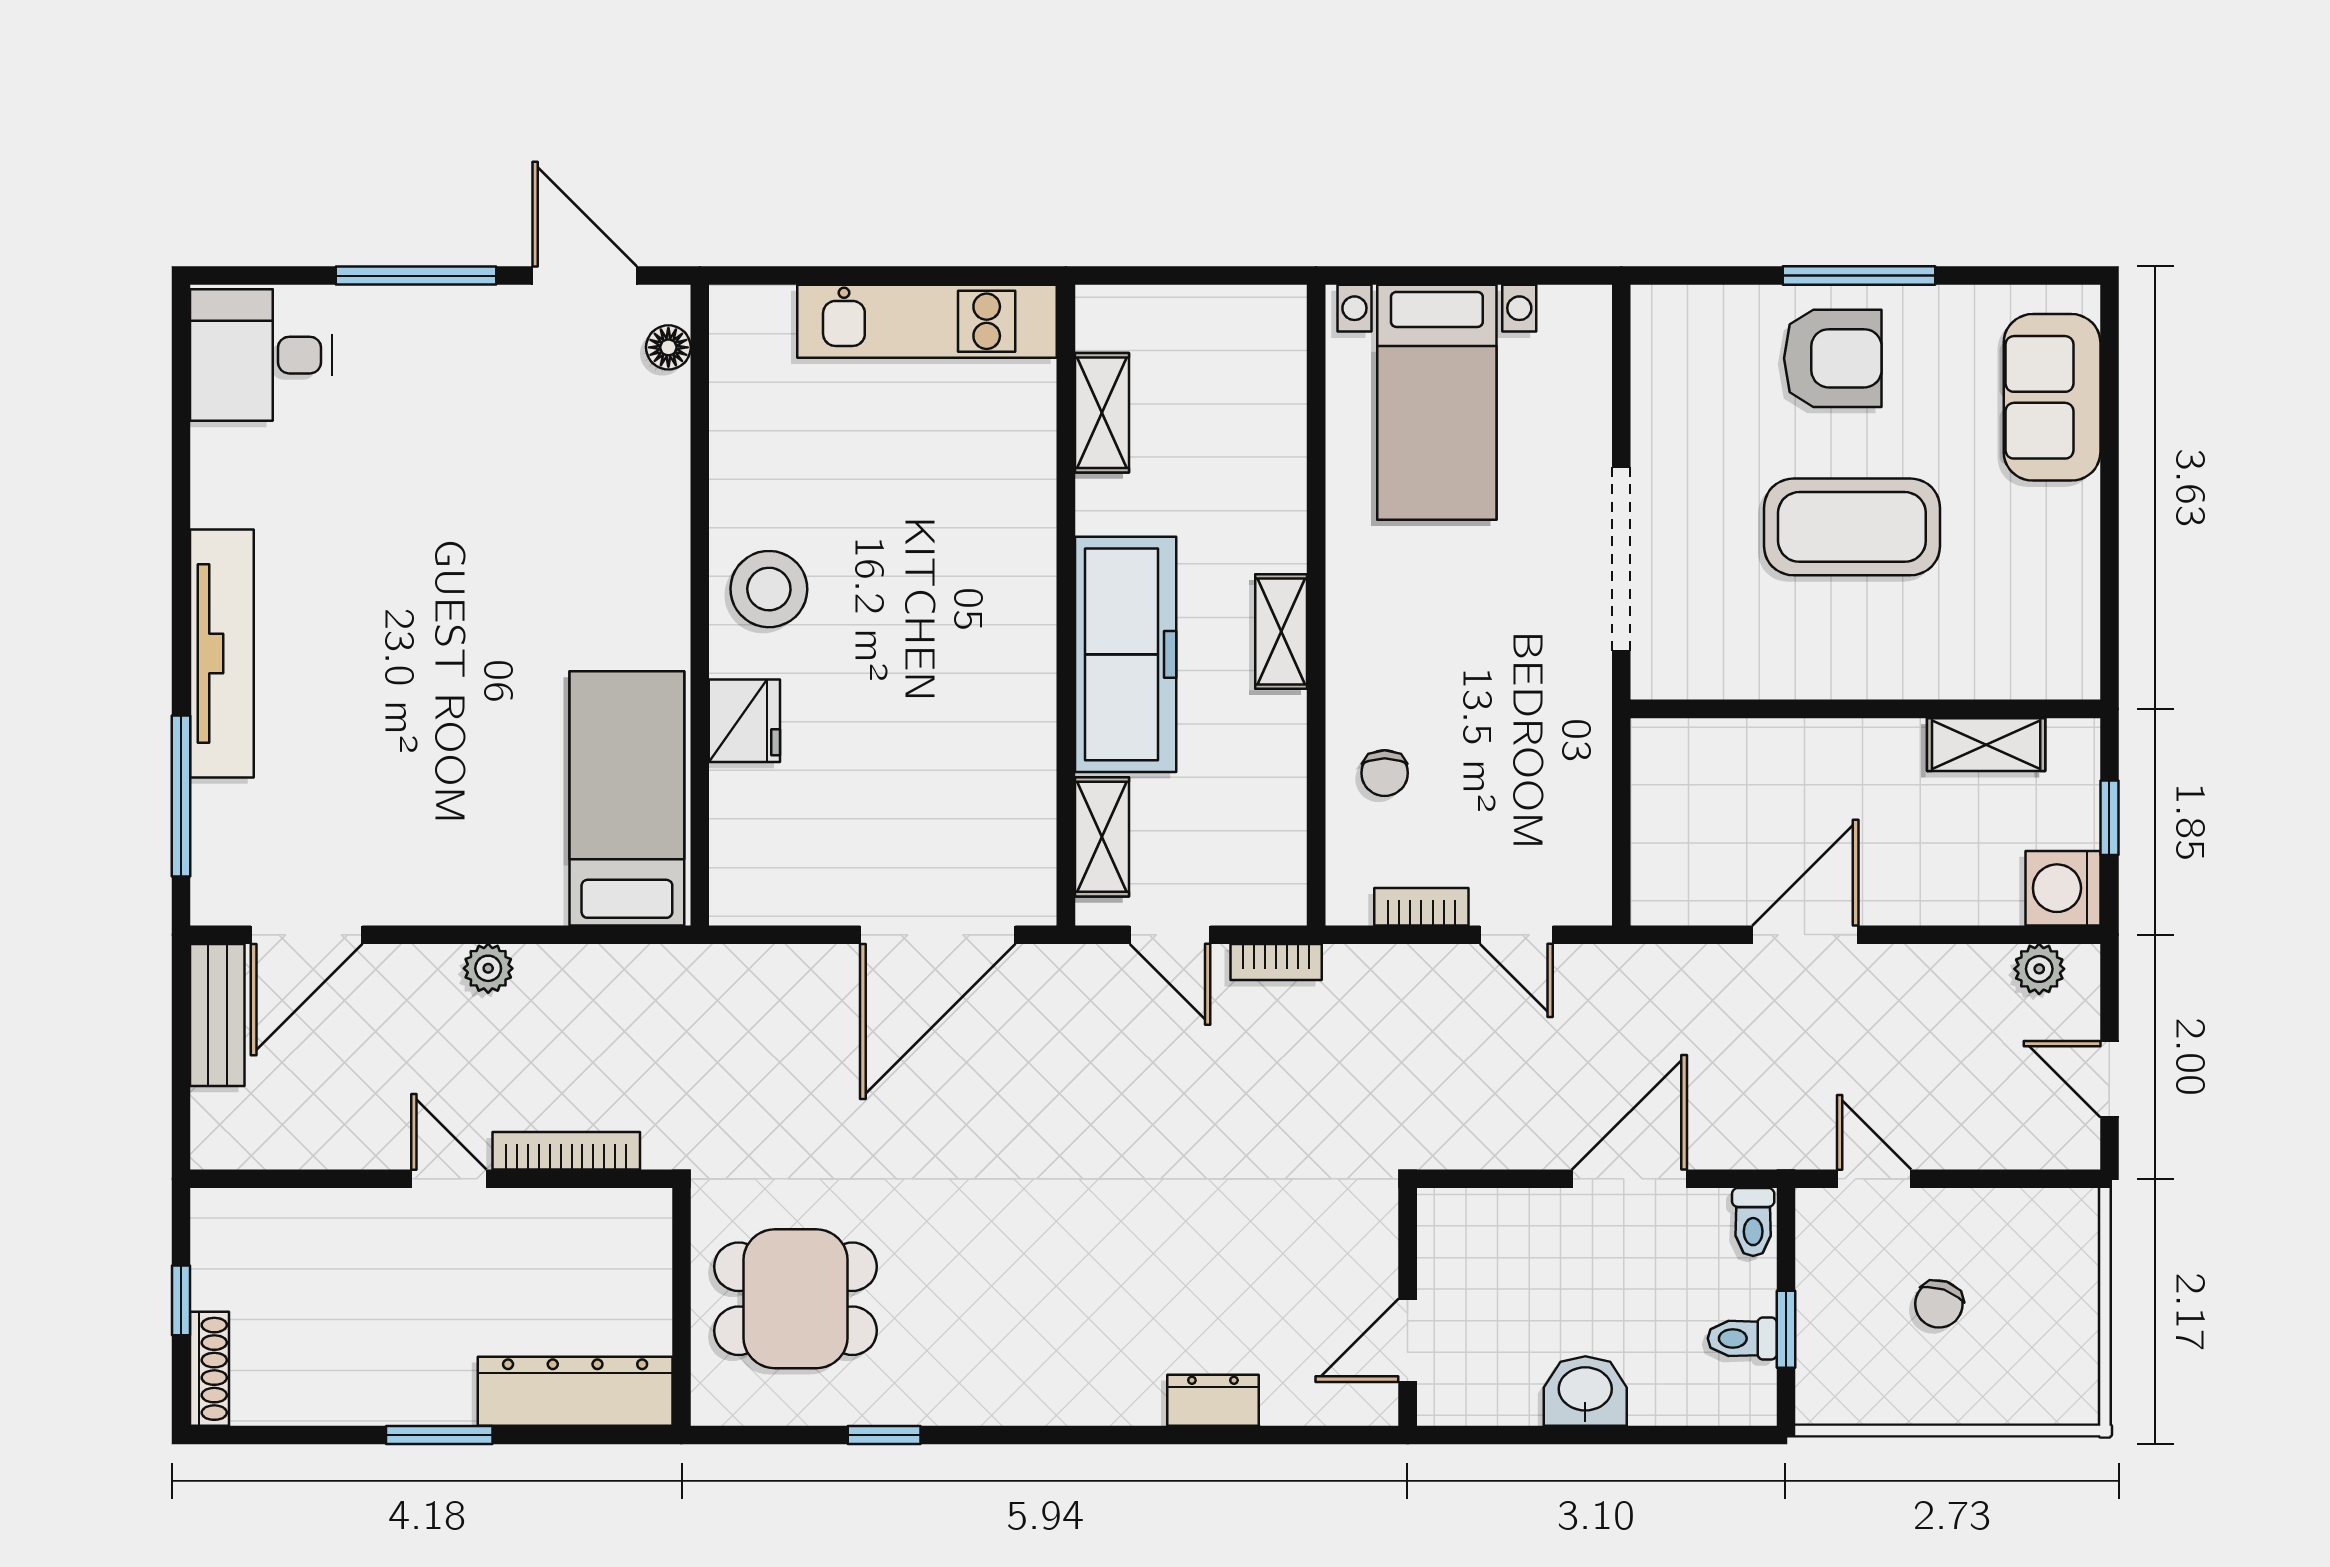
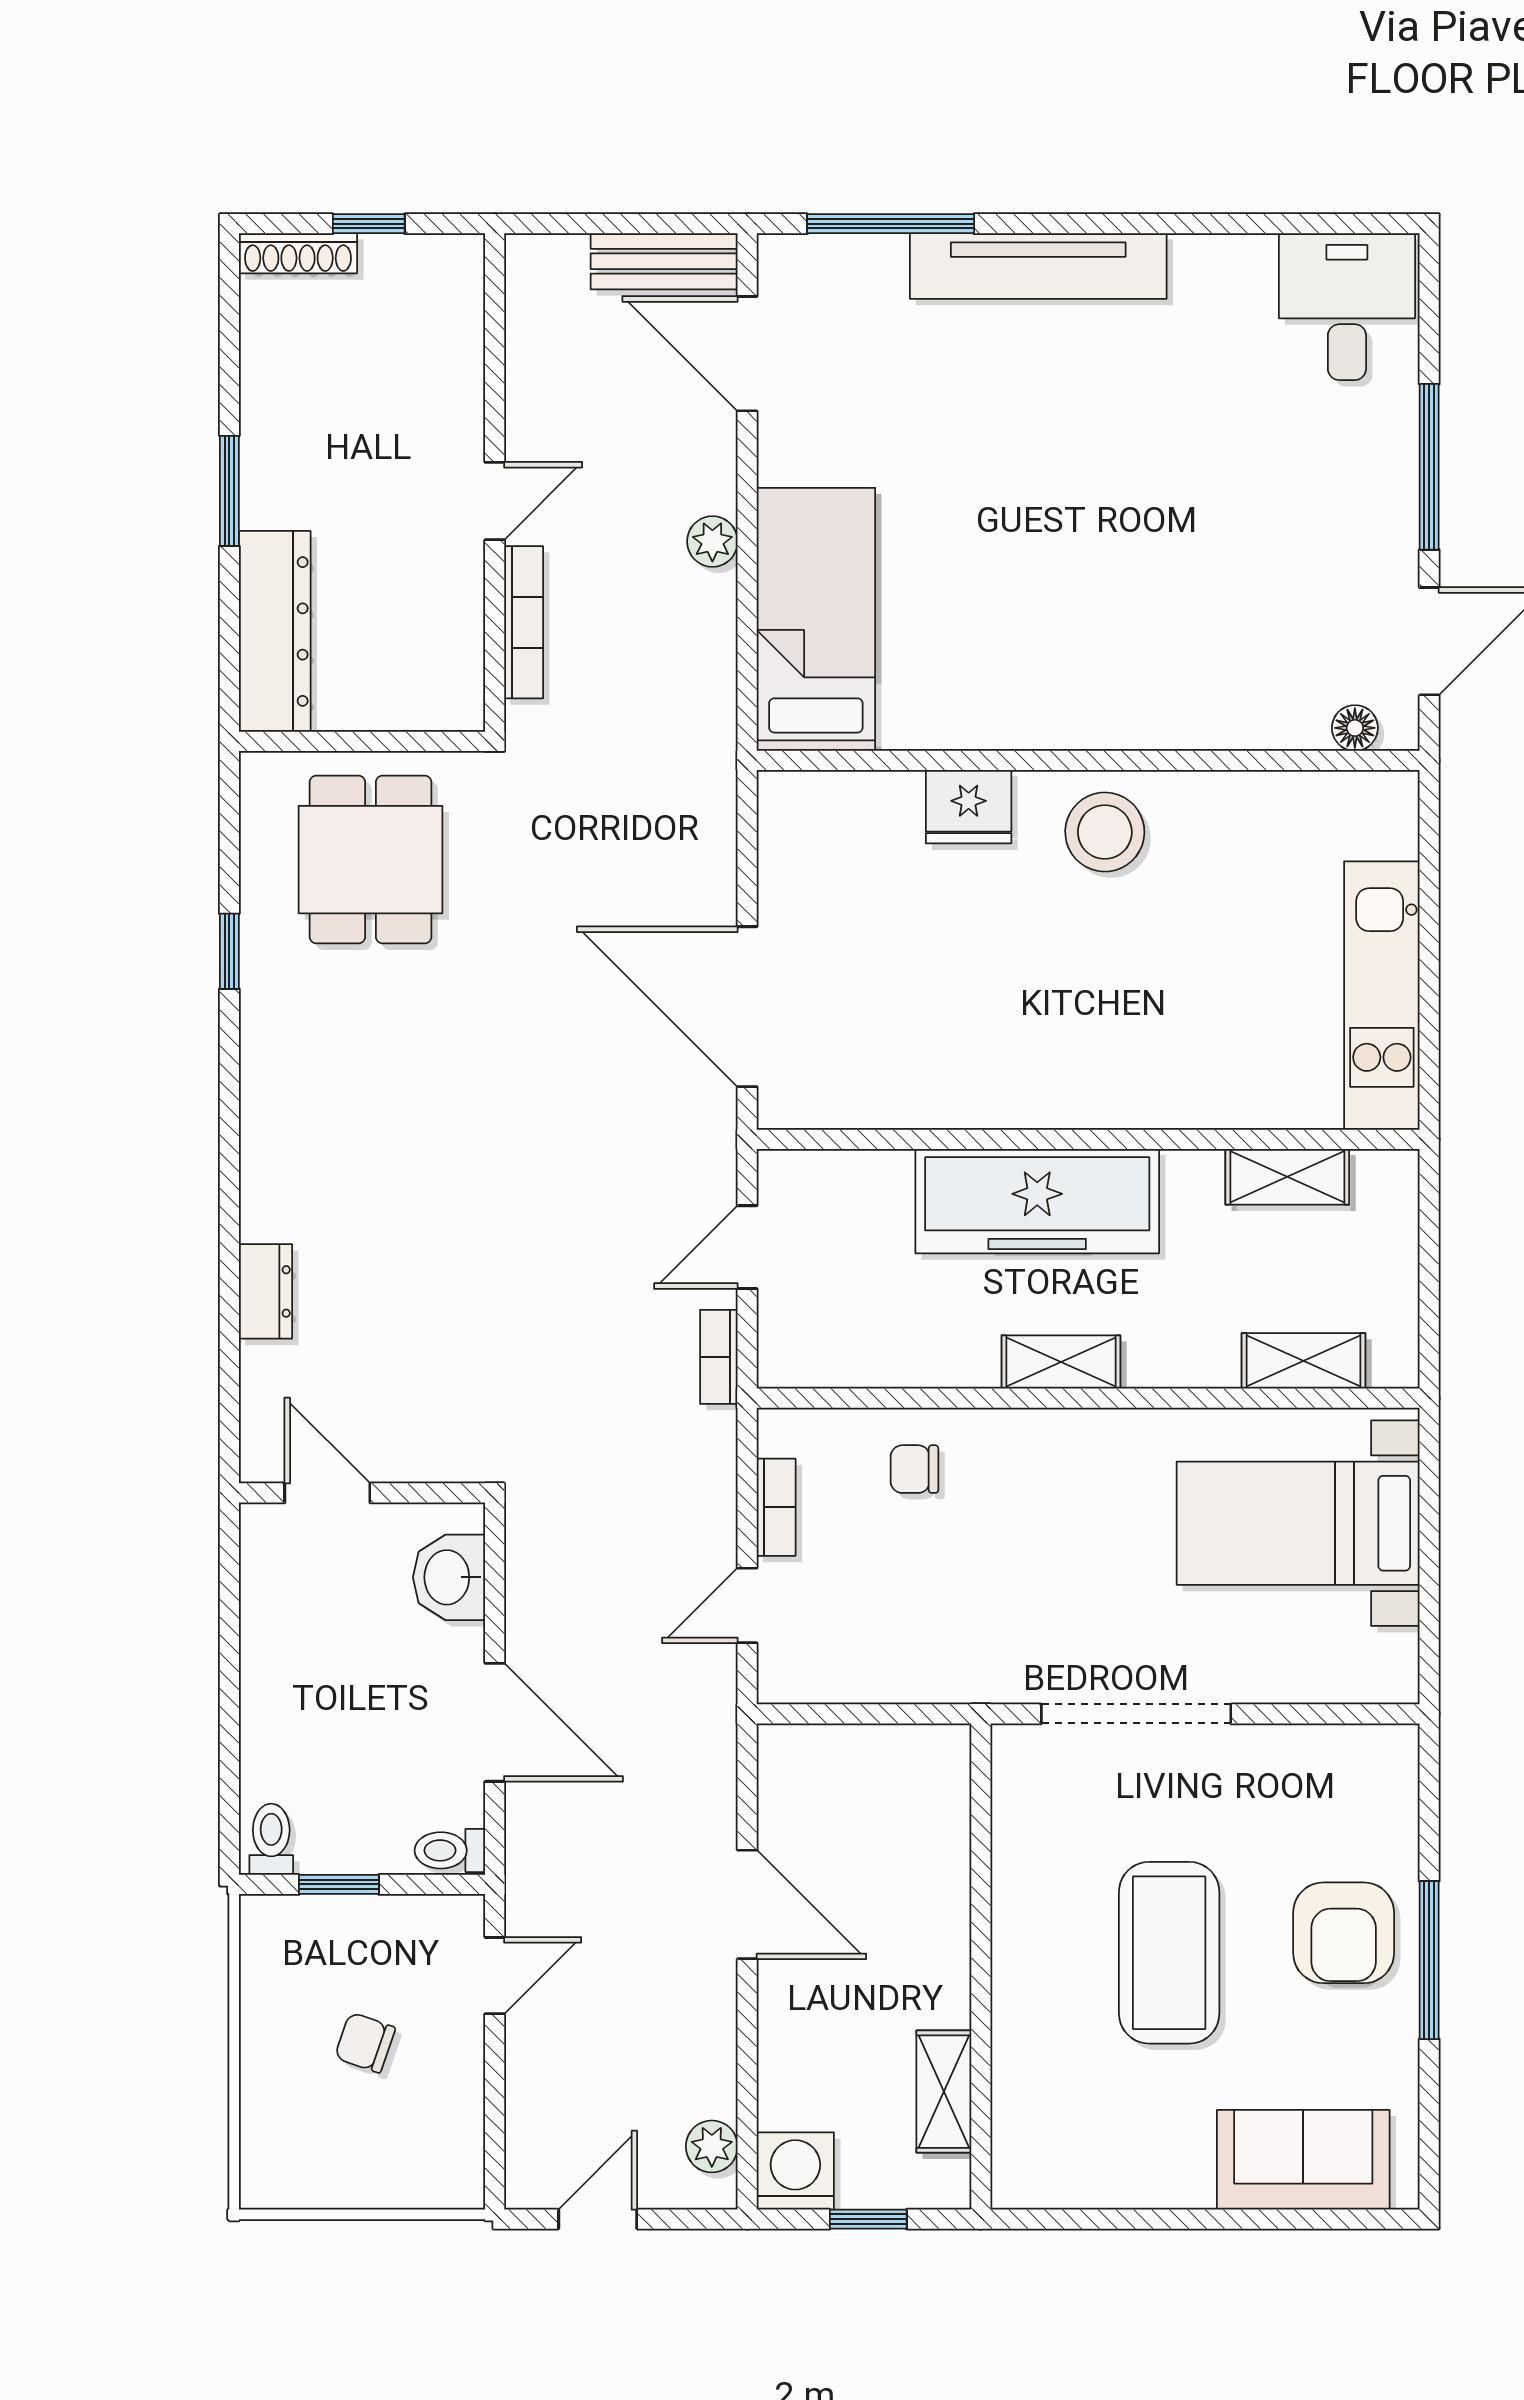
bed: (627, 798) -> (816, 619), moved, turned -90
shelving: (1102, 837) -> (1303, 1361), moved
toilet: (1742, 1338) -> (271, 1839), moved
washbasin: (1585, 1391) -> (449, 1577), moved, turned 180

